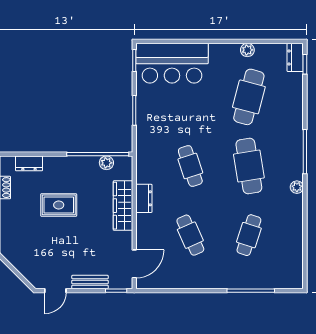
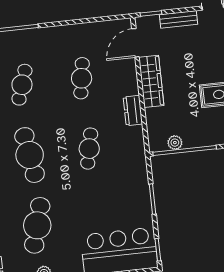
cafe table: (190, 166) -> (89, 149), turned 30
wardrobe: (123, 206) -> (151, 81), moved
cafe table: (190, 235) -> (82, 78), turned 33

